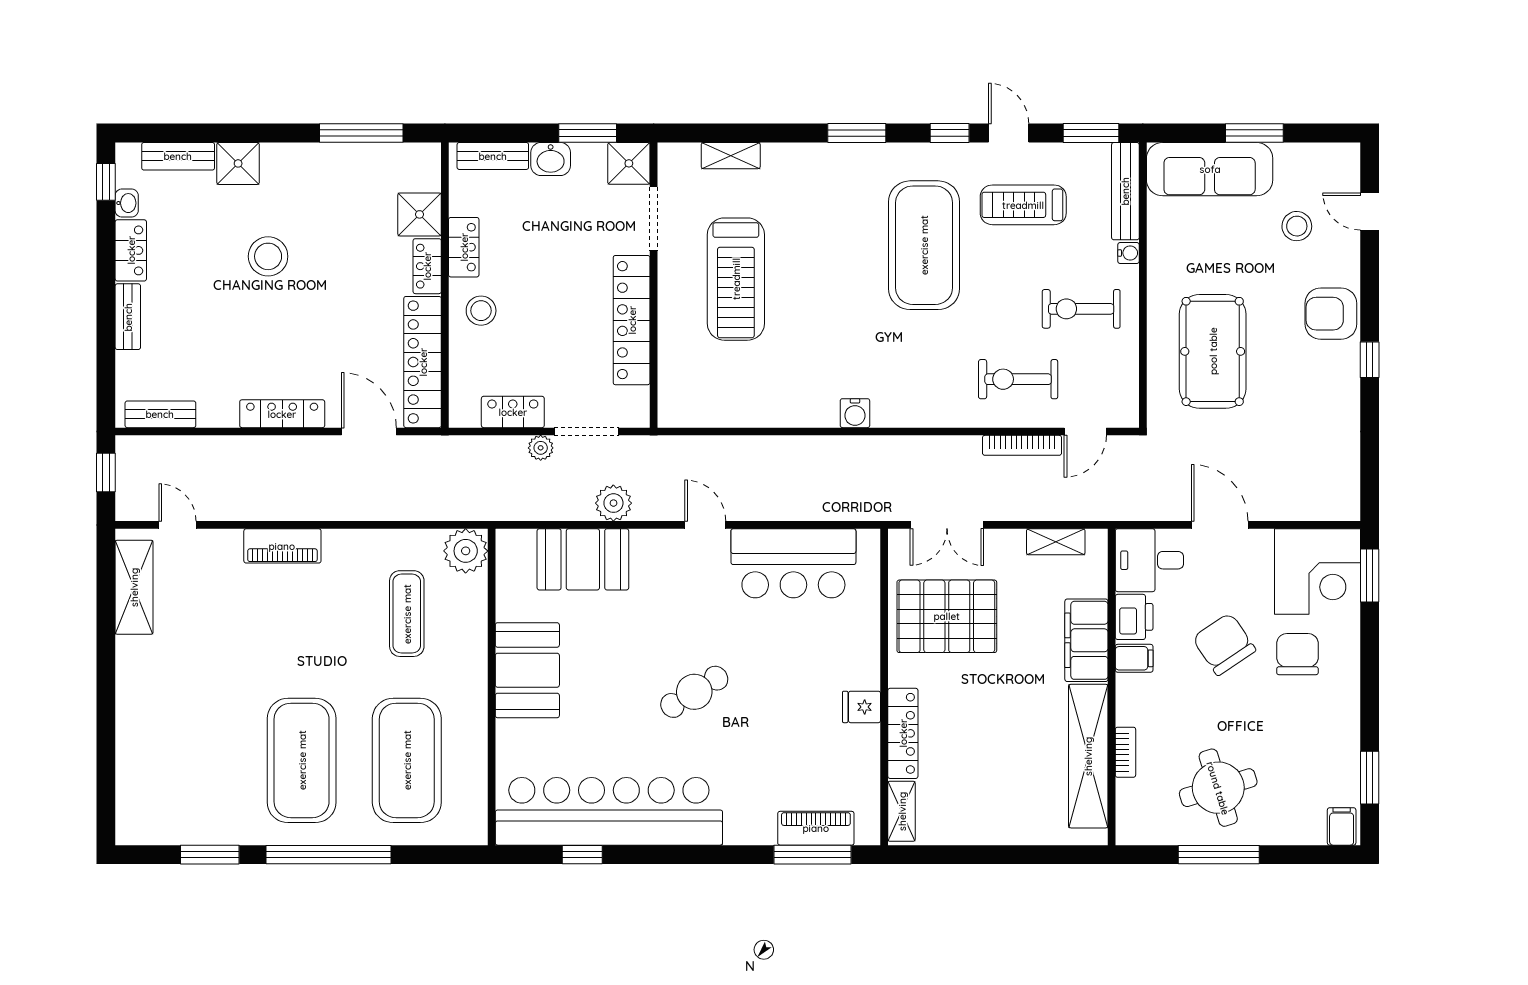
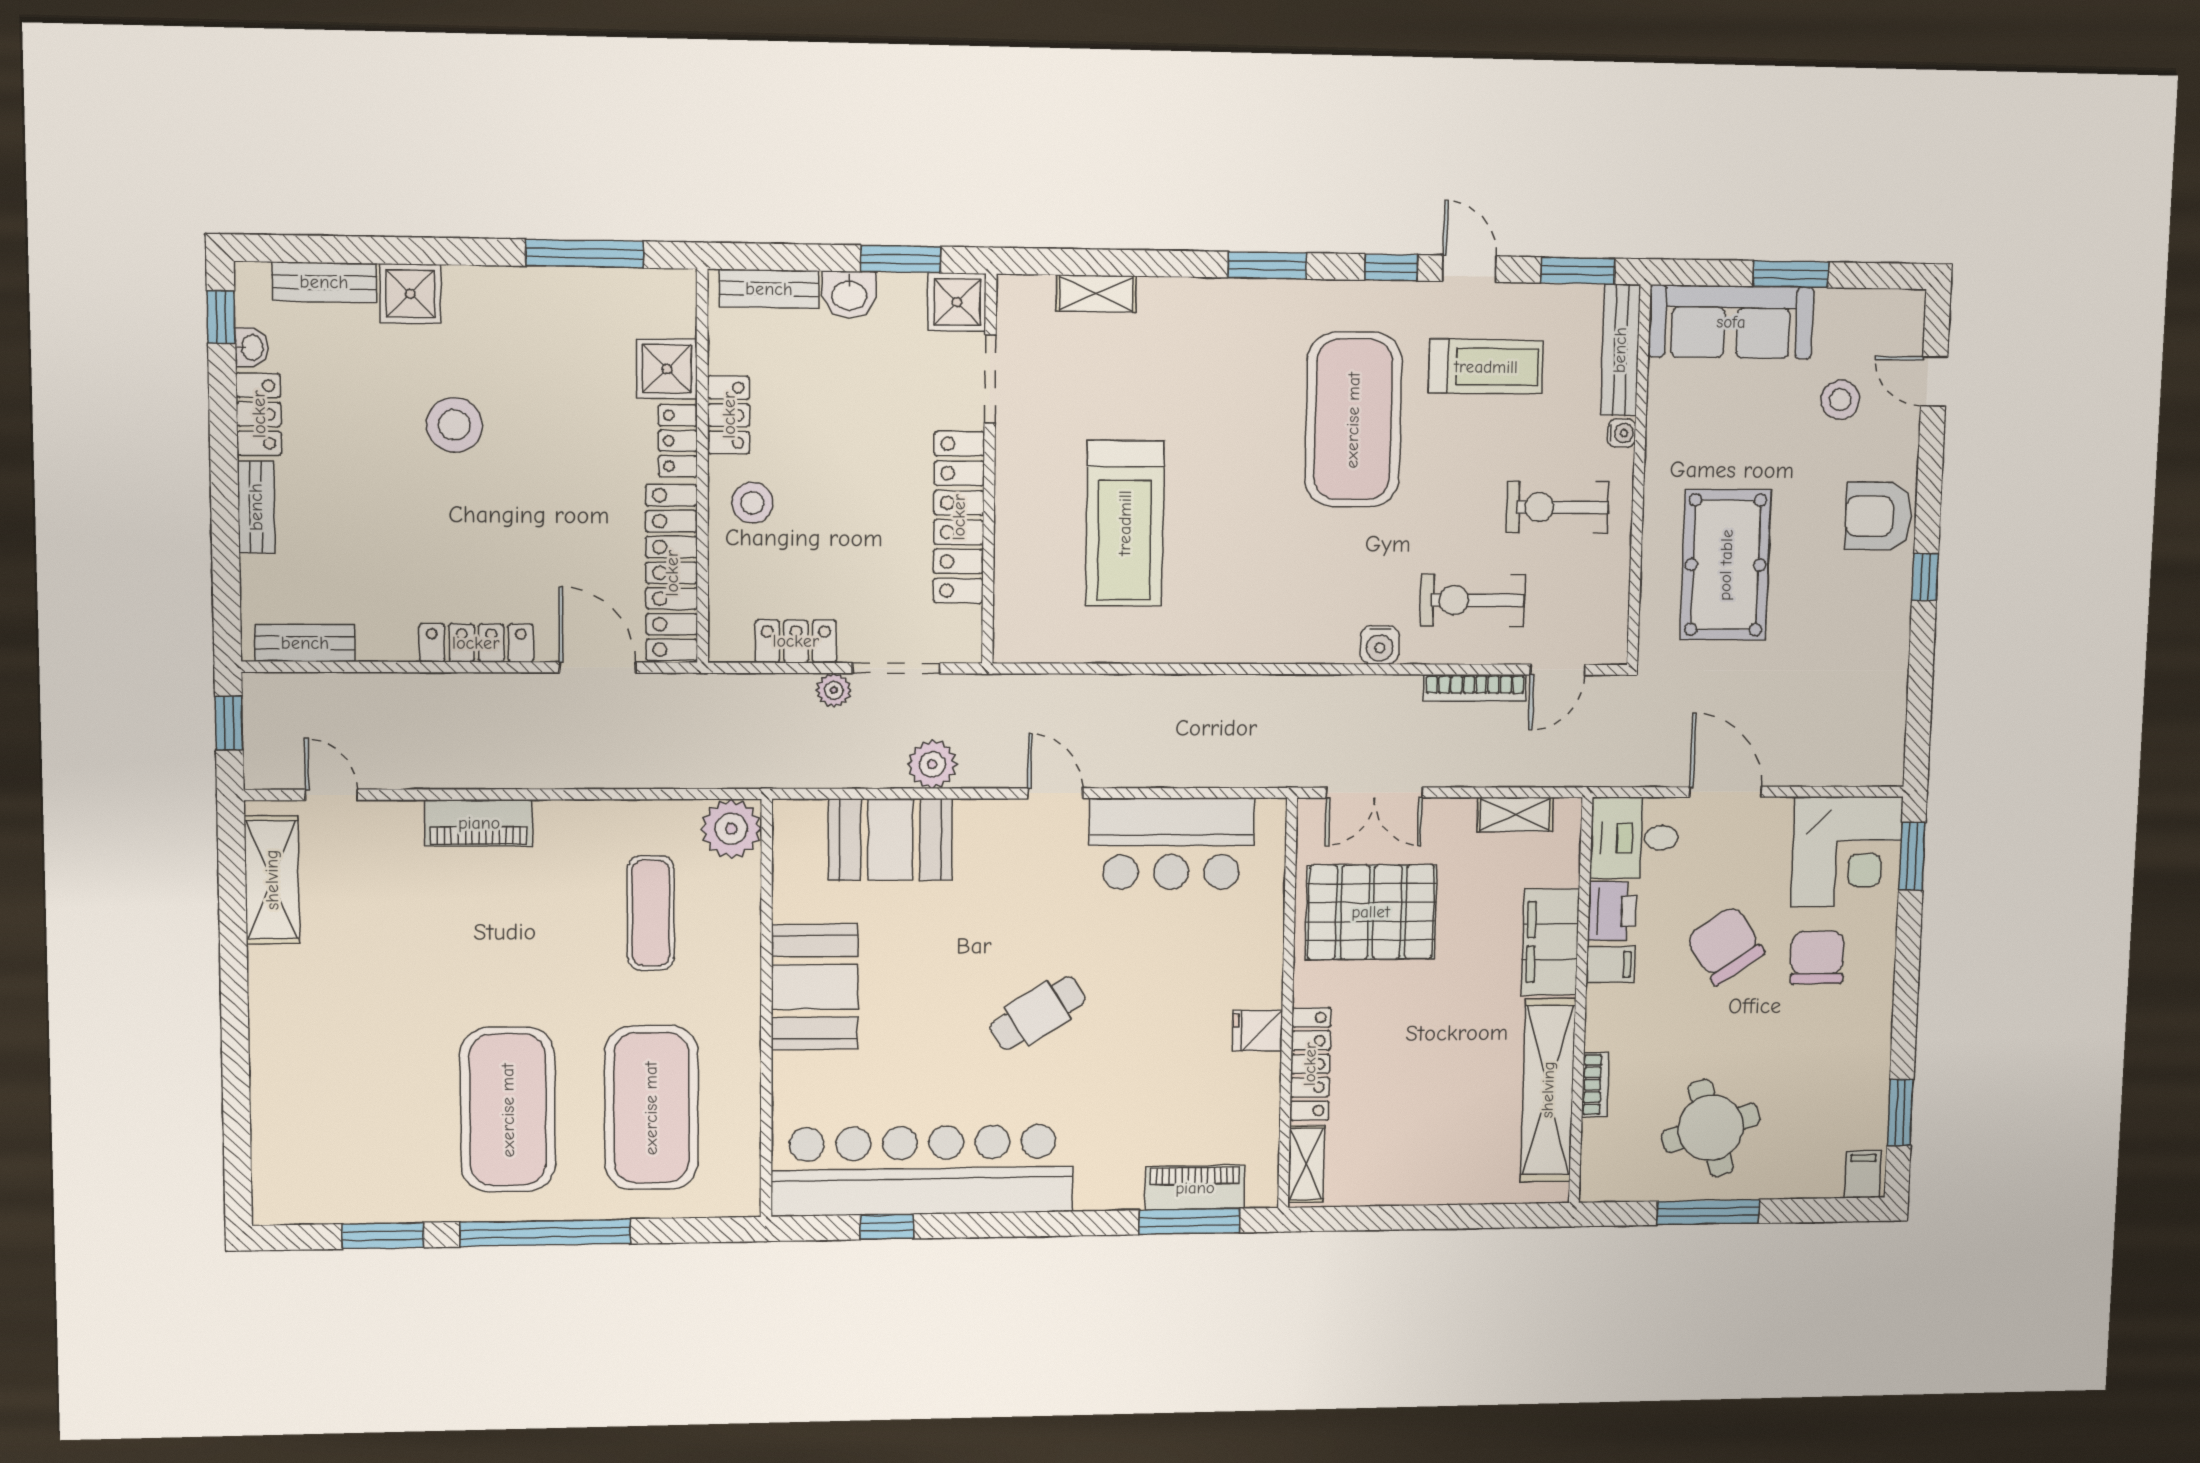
treadmill: (1023, 205) -> (1486, 367), turned 180
treadmill: (736, 279) -> (1125, 523), moved
water cooler: (855, 413) -> (1380, 645), moved

